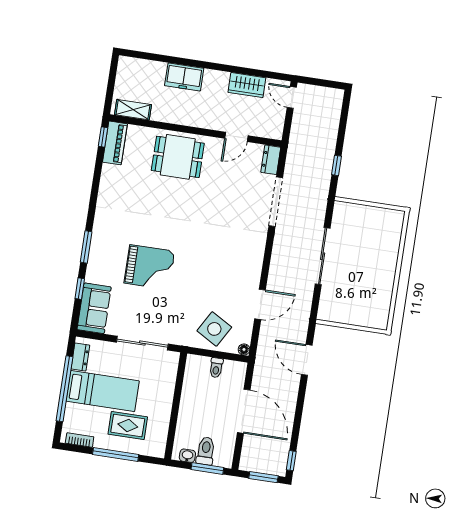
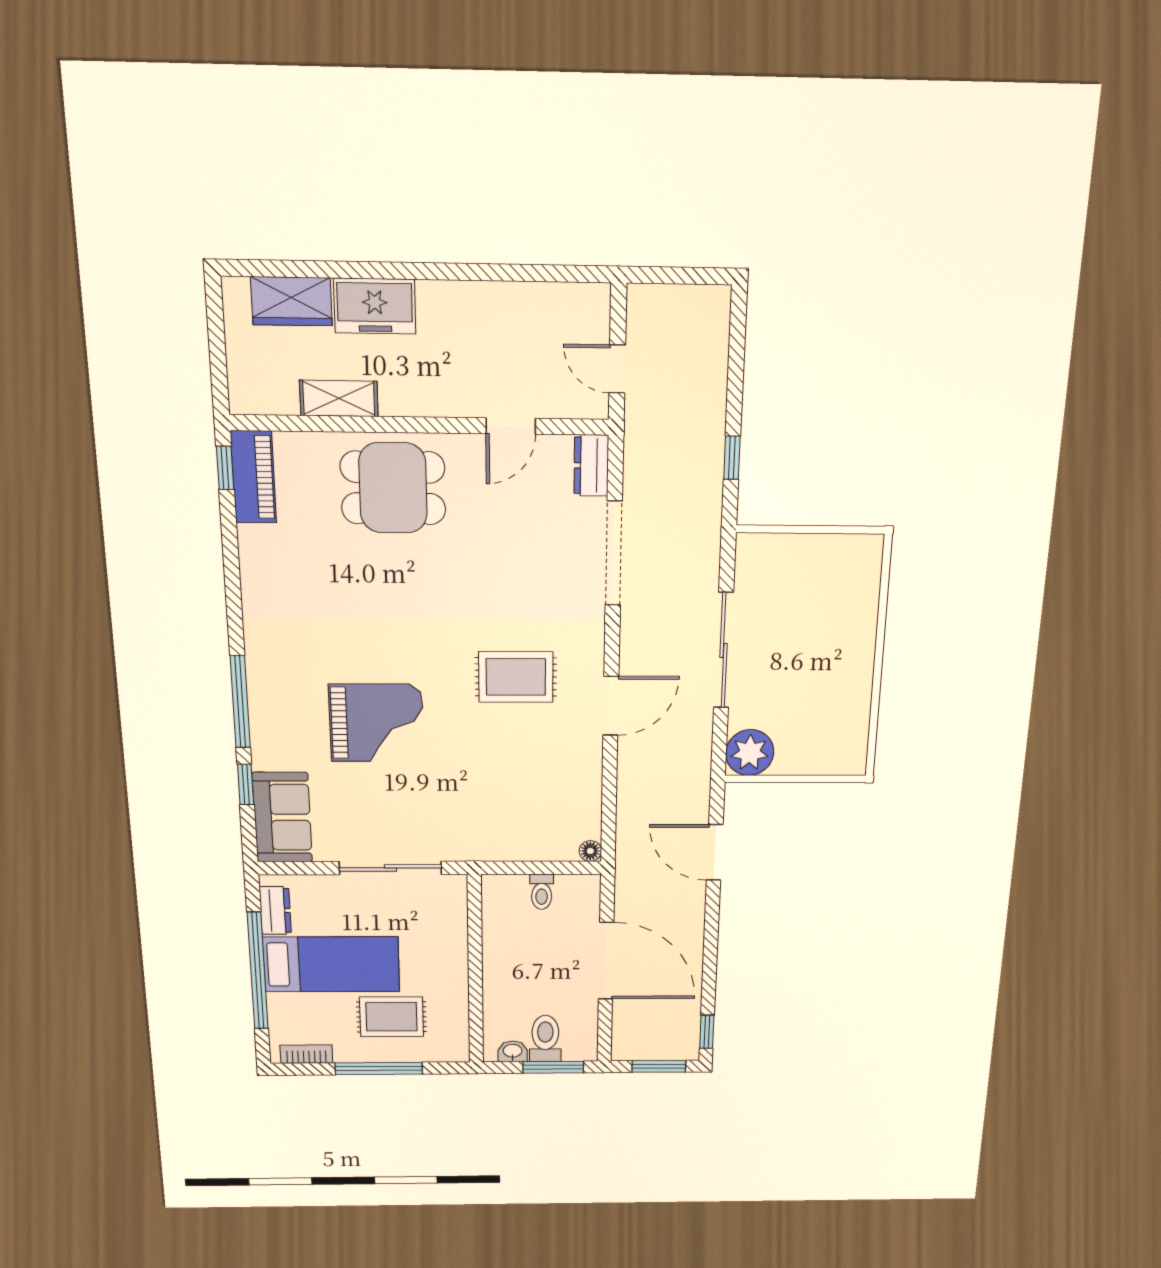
wardrobe: (247, 85) -> (292, 301), moved
door: (292, 97) -> (617, 369), moved
shelving: (133, 110) -> (339, 398), moved
window: (86, 247) -> (240, 702), width x1.44
rug: (220, 254) -> (516, 677), added
door: (260, 304) -> (611, 706), moved
plant: (330, 310) -> (750, 753), added
side table: (214, 329) -> (527, 822), removed

